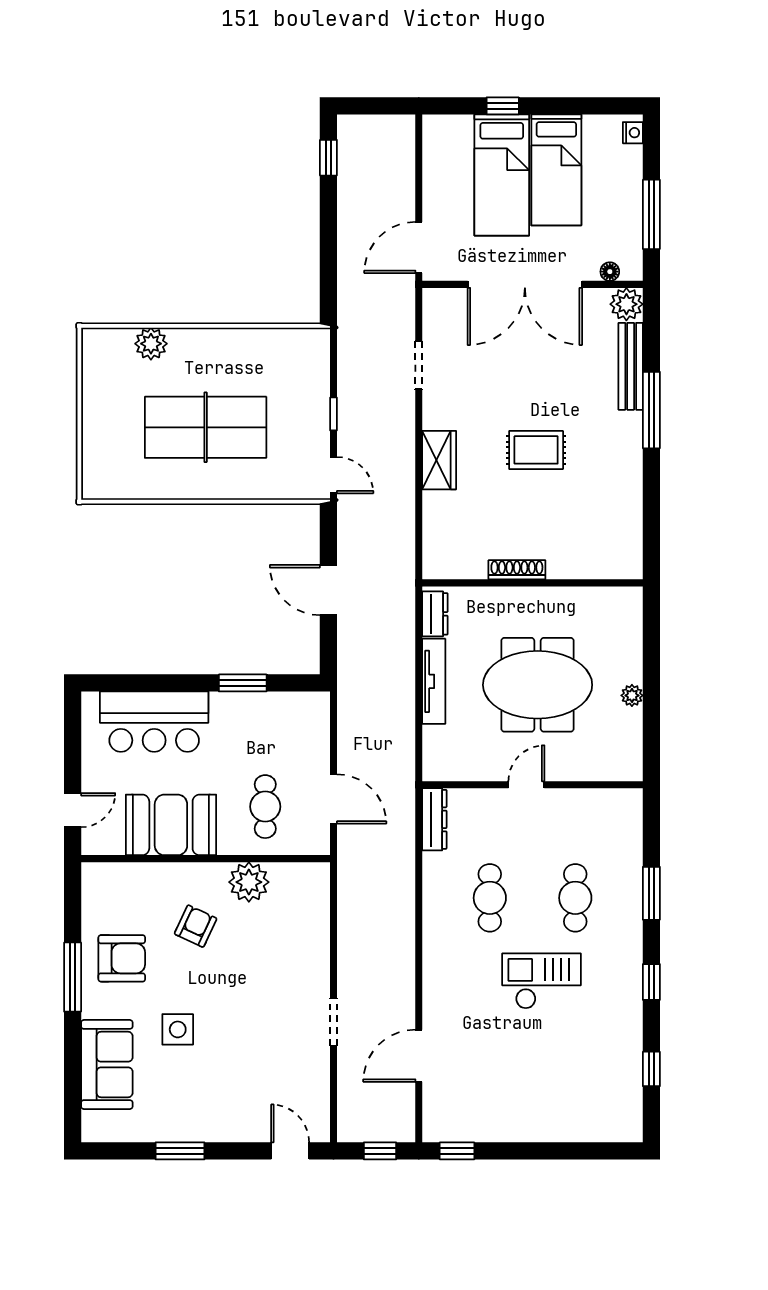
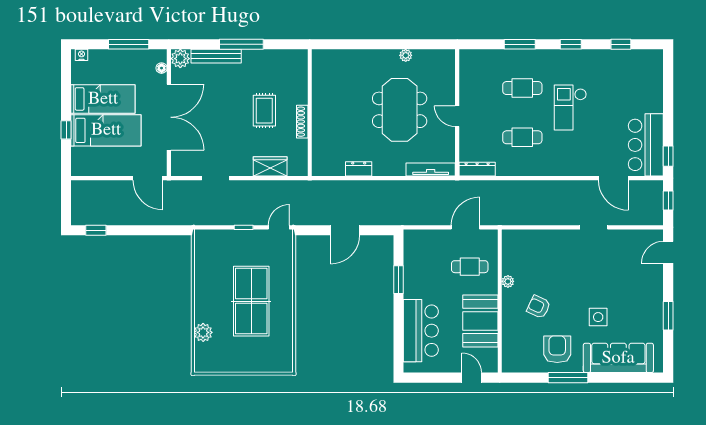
shoe rack: (517, 570) -> (302, 122), moved
wall: (533, 583) -> (310, 113), moved
tv unit: (434, 681) -> (431, 170), moved
plant: (249, 882) -> (508, 281), width x0.53, depth x0.53
sofa: (107, 1065) -> (618, 358), width x1.36
bar counter: (476, 1112) -> (646, 145), added

